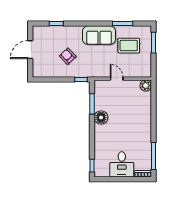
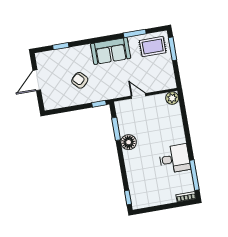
rug: (129, 46) -> (153, 47), moved
desk: (122, 164) -> (175, 159), moved, turned -90

